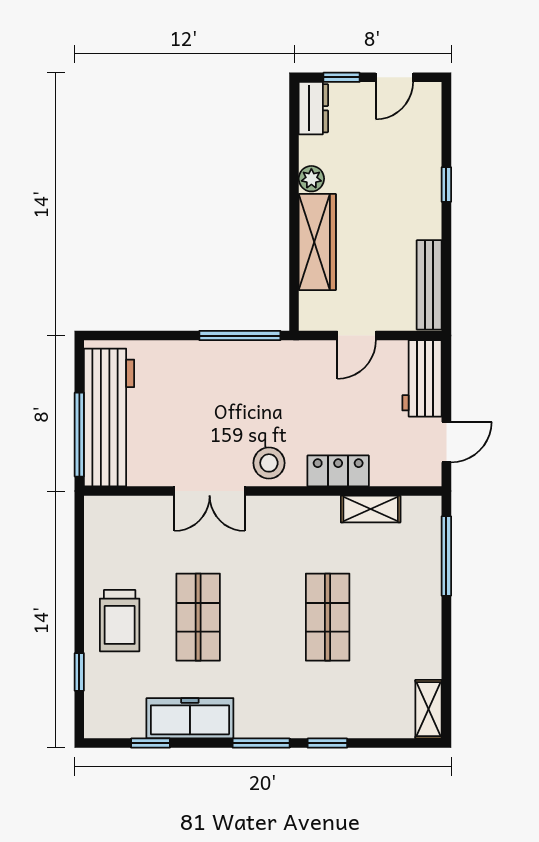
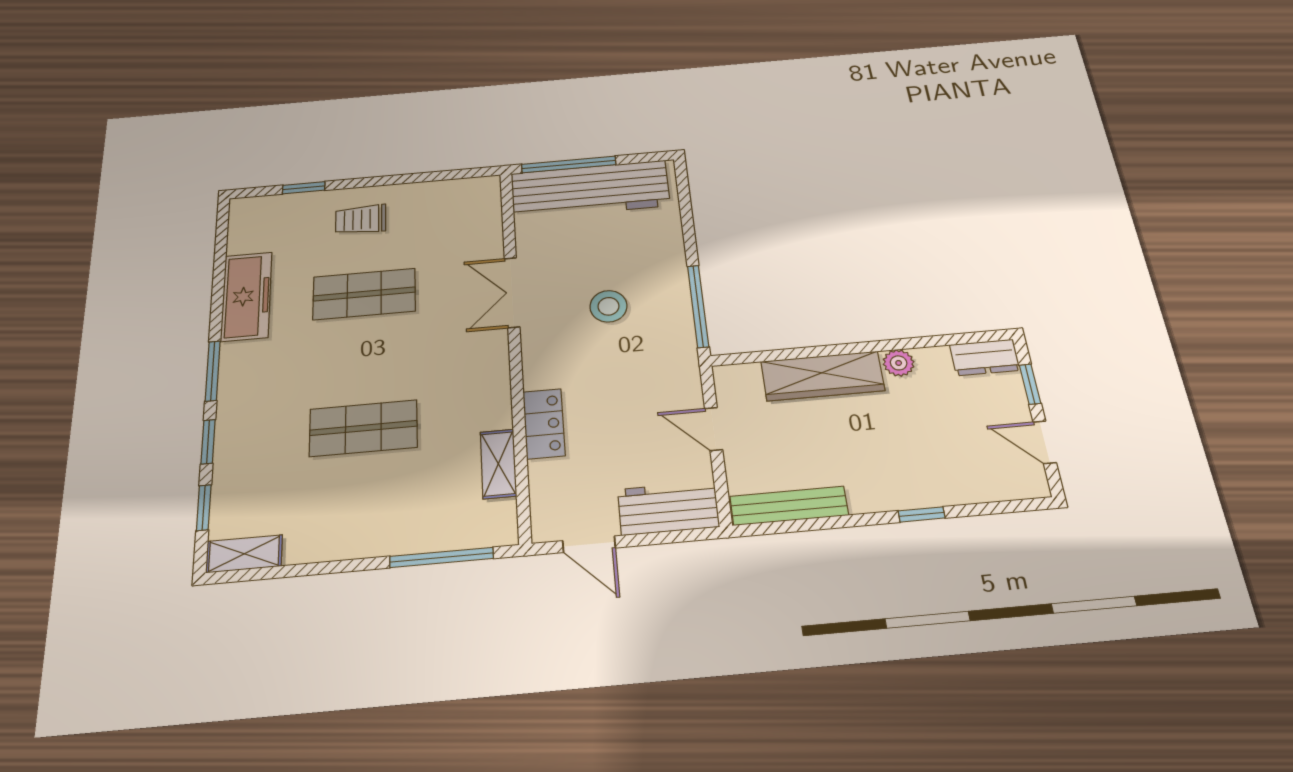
stool: (269, 463) -> (608, 306), moved
trolley: (120, 621) -> (361, 219), width x0.73, depth x0.72
window: (151, 743) -> (204, 508), moved

